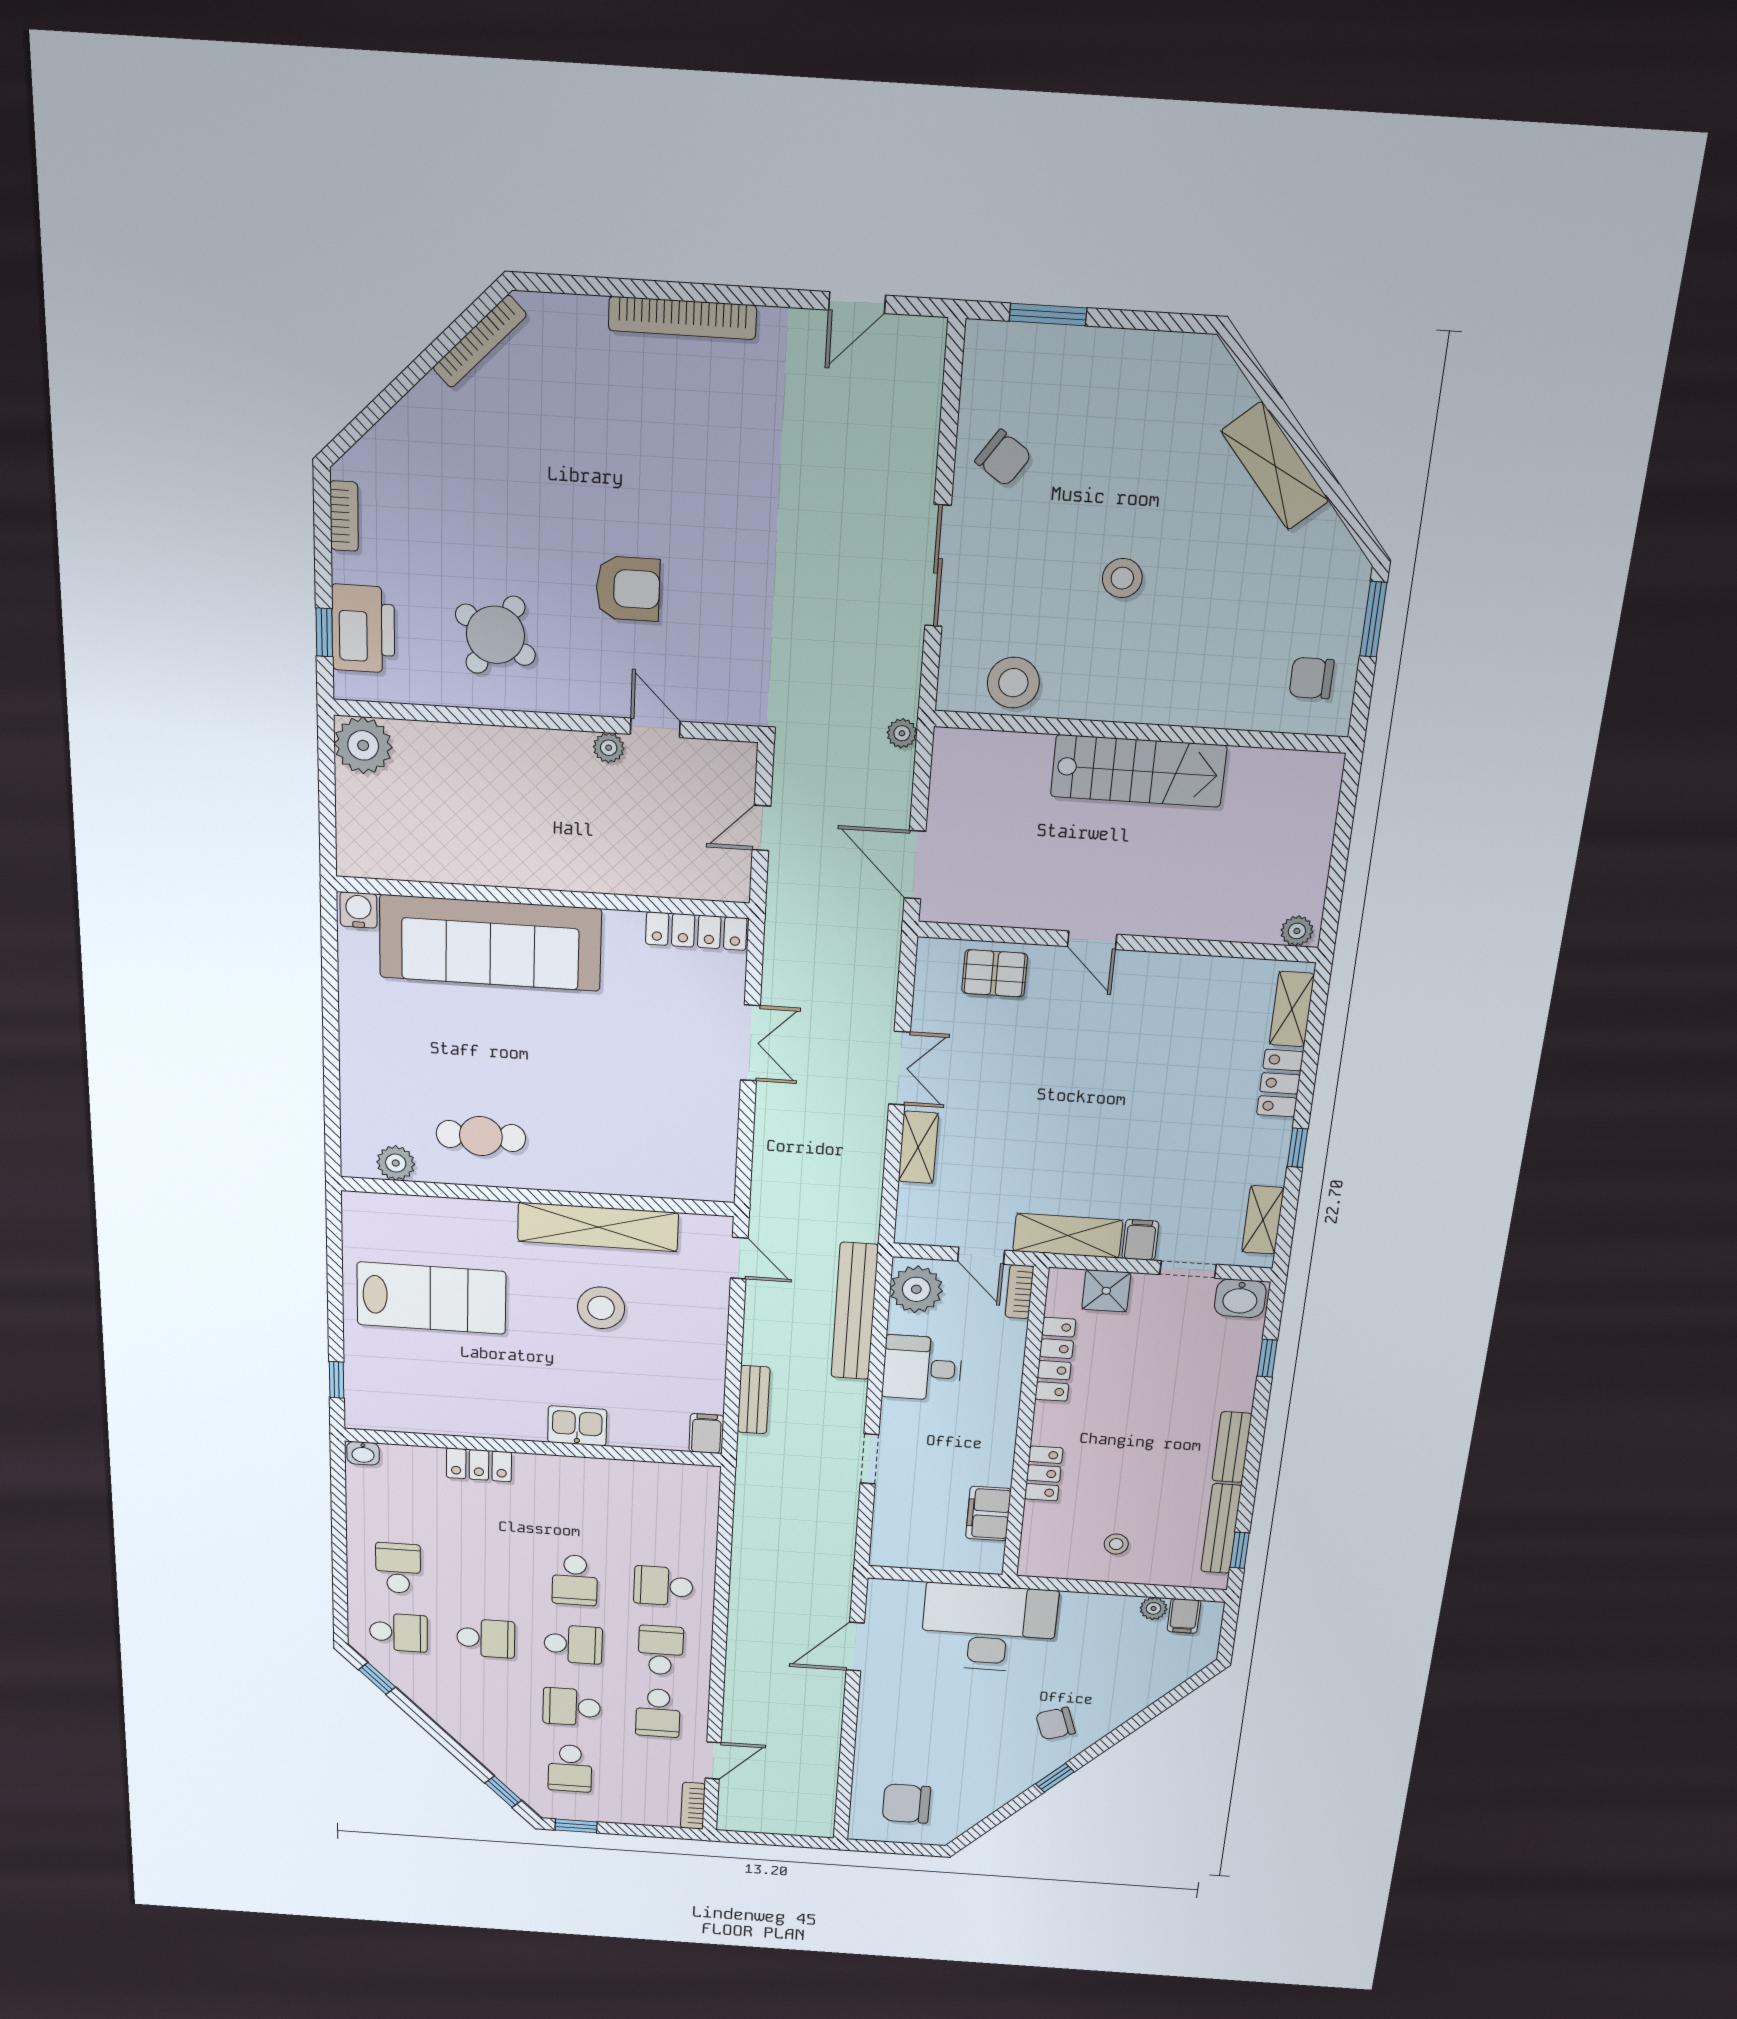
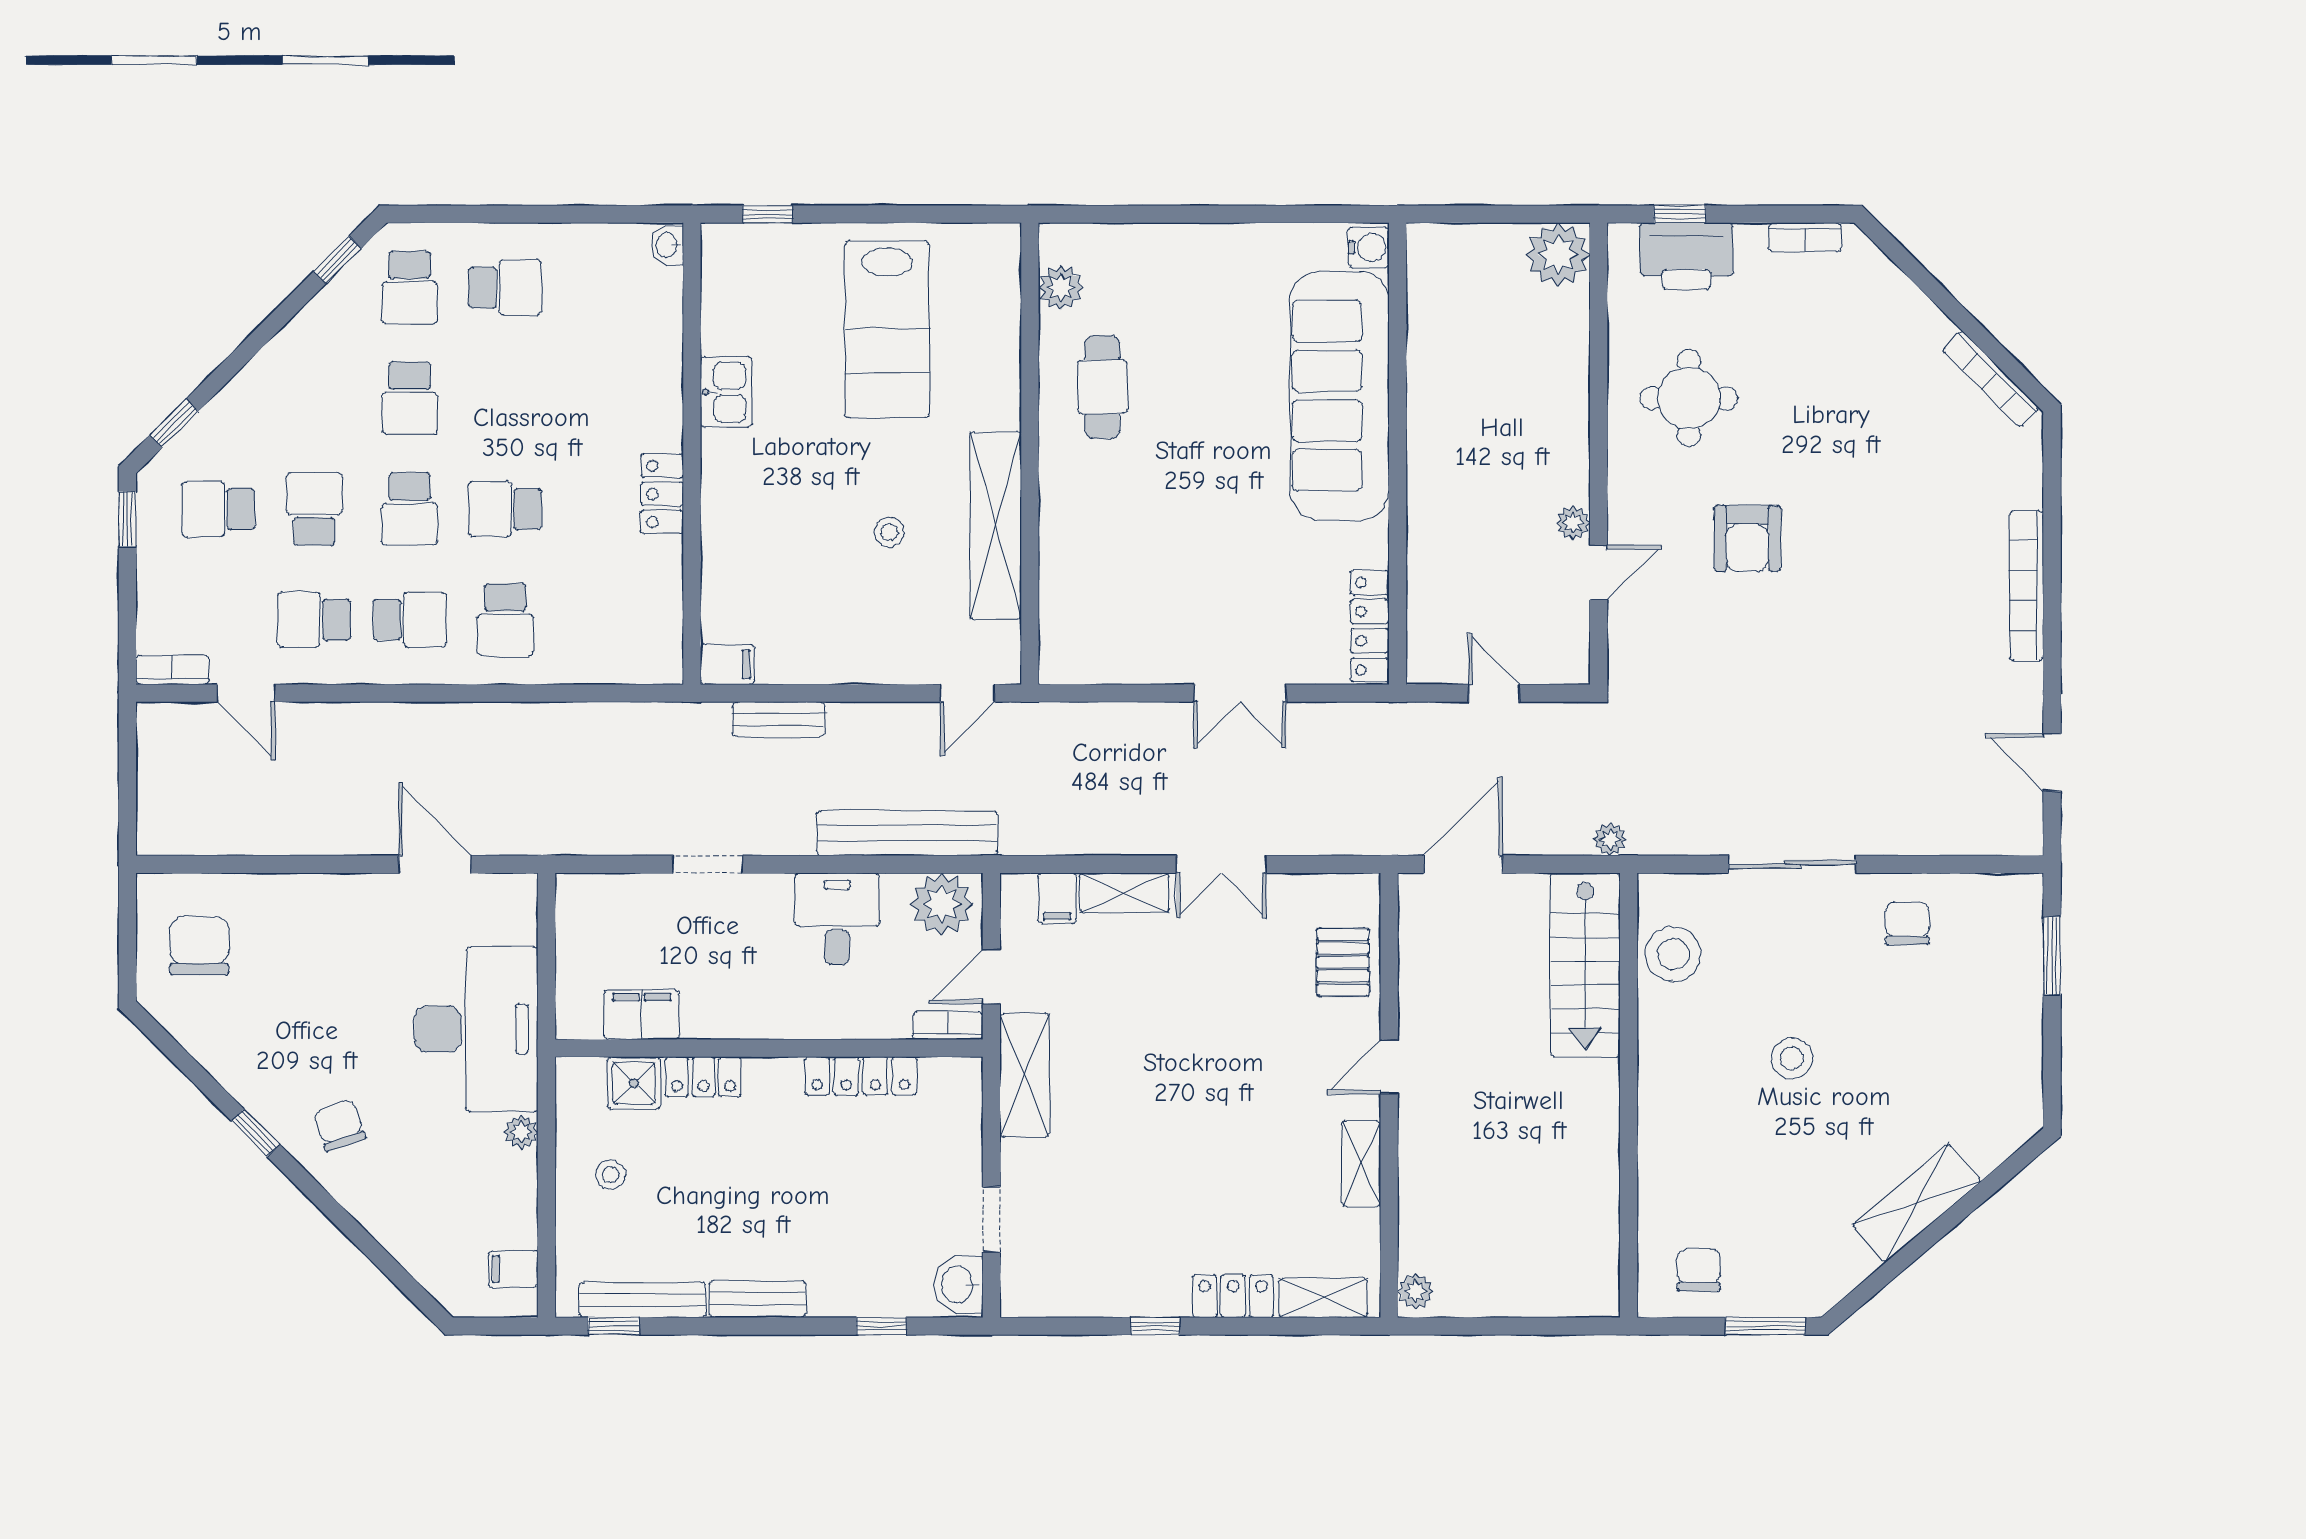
chair: (1003, 458) -> (1907, 923), turned 145
round table: (495, 635) -> (1689, 398), turned -32
stairs: (1138, 771) -> (1585, 965), moved
shelving: (1263, 1220) -> (1361, 1164), moved, turned 90
filing cabinet: (1140, 1240) -> (1057, 898), moved, turned 90
shower: (1106, 1291) -> (634, 1083), moved
stool: (601, 1308) -> (889, 532), width x0.53, depth x0.53
kitchen sink: (577, 1426) -> (726, 392), moved
locker: (479, 1465) -> (662, 494), moved
school desk: (663, 1586) -> (505, 620), turned 180
plant: (1153, 1608) -> (521, 1132), moved

